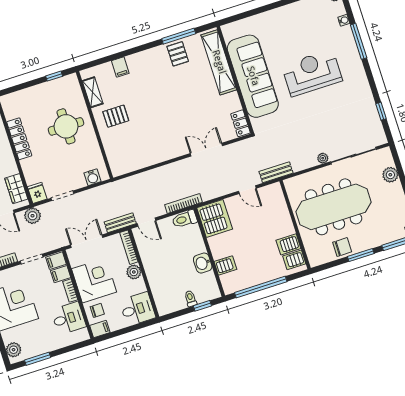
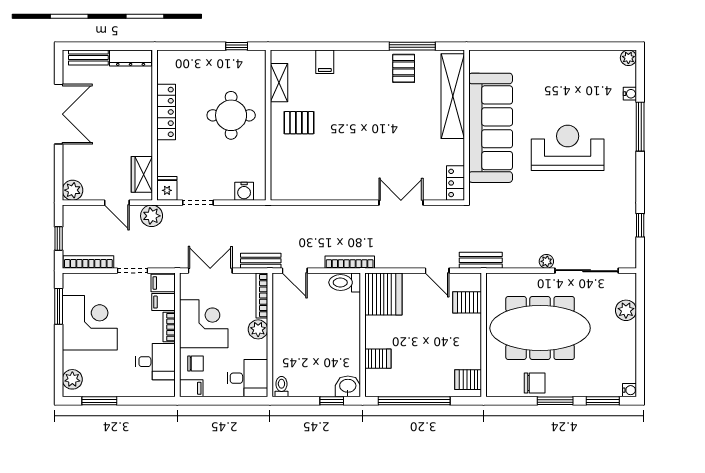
server rack: (288, 244) -> (467, 302), moved
washbasin: (203, 263) -> (348, 386), moved, turned 90
toilet: (191, 299) -> (281, 387), moved

